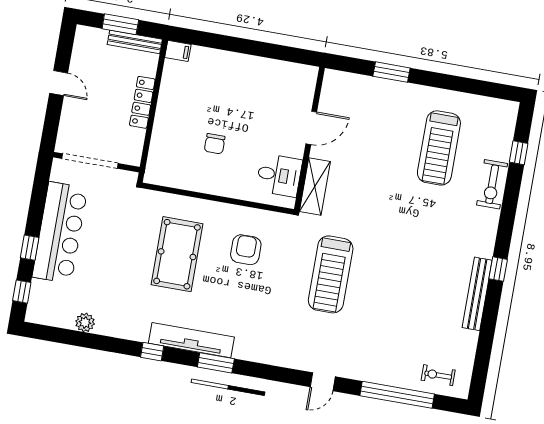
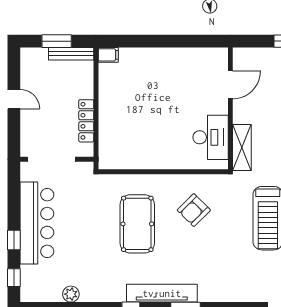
locker: (142, 102) -> (86, 121), moved
door: (311, 128) -> (230, 85), moved
chair: (215, 144) -> (152, 127), removed
desk: (279, 175) -> (211, 137), width x1.37
armchair: (246, 250) -> (194, 210), turned -135

